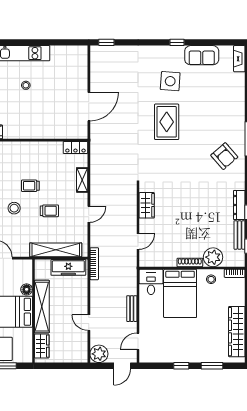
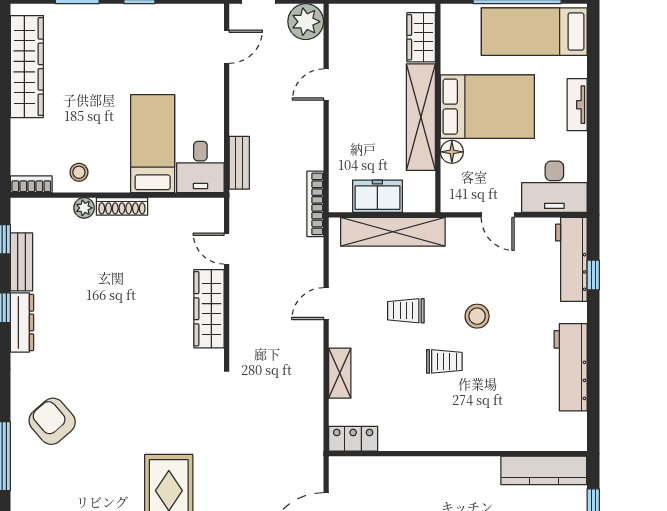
wardrobe: (147, 205) -> (209, 309), width x1.50
door: (138, 242) -> (227, 249), hinge flipped
plant: (213, 257) -> (84, 208), width x0.53, depth x0.53
freezer: (68, 267) -> (377, 196), width x0.71
bed: (180, 293) -> (153, 144), width x0.67
bench: (132, 309) -> (239, 163), moved
door: (89, 323) -> (326, 85), swing flipped

